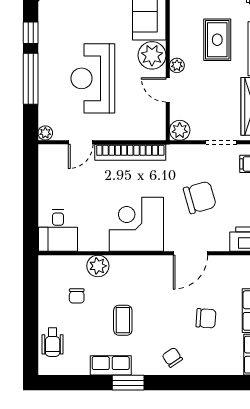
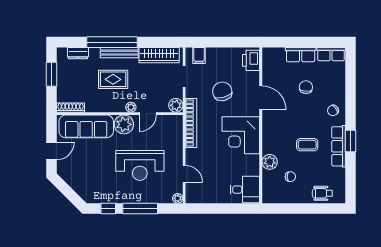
bookcase: (130, 152) -> (191, 123), moved
wheelchair: (53, 342) -> (322, 193), turned 180
row of seats: (111, 365) -> (339, 146), width x1.48

